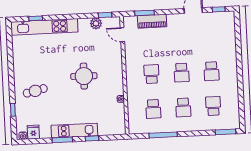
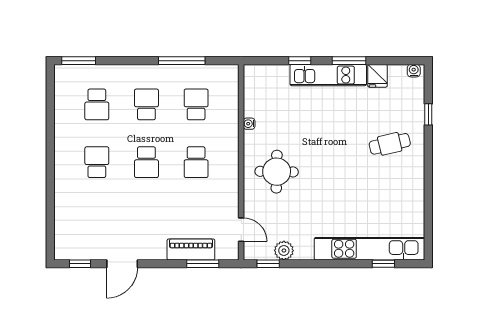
school desk: (182, 73) -> (146, 162), turned 180
round table: (84, 76) -> (277, 172), moved
fridge: (33, 132) -> (378, 76), moved

